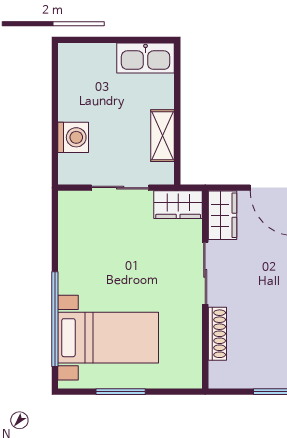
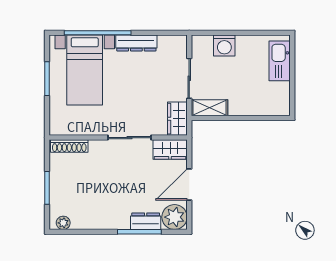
kitchen sink: (146, 58) -> (280, 61), moved
shelving: (162, 136) -> (209, 108), moved
dresser: (69, 264) -> (136, 43), added
shoe rack: (217, 334) -> (69, 146), moved

